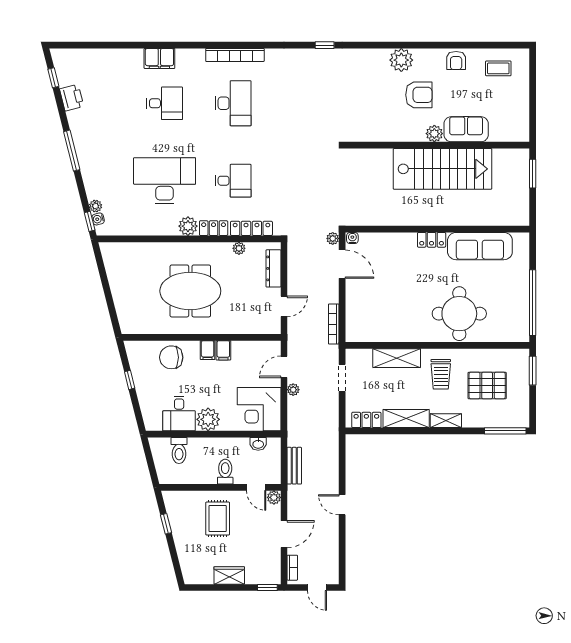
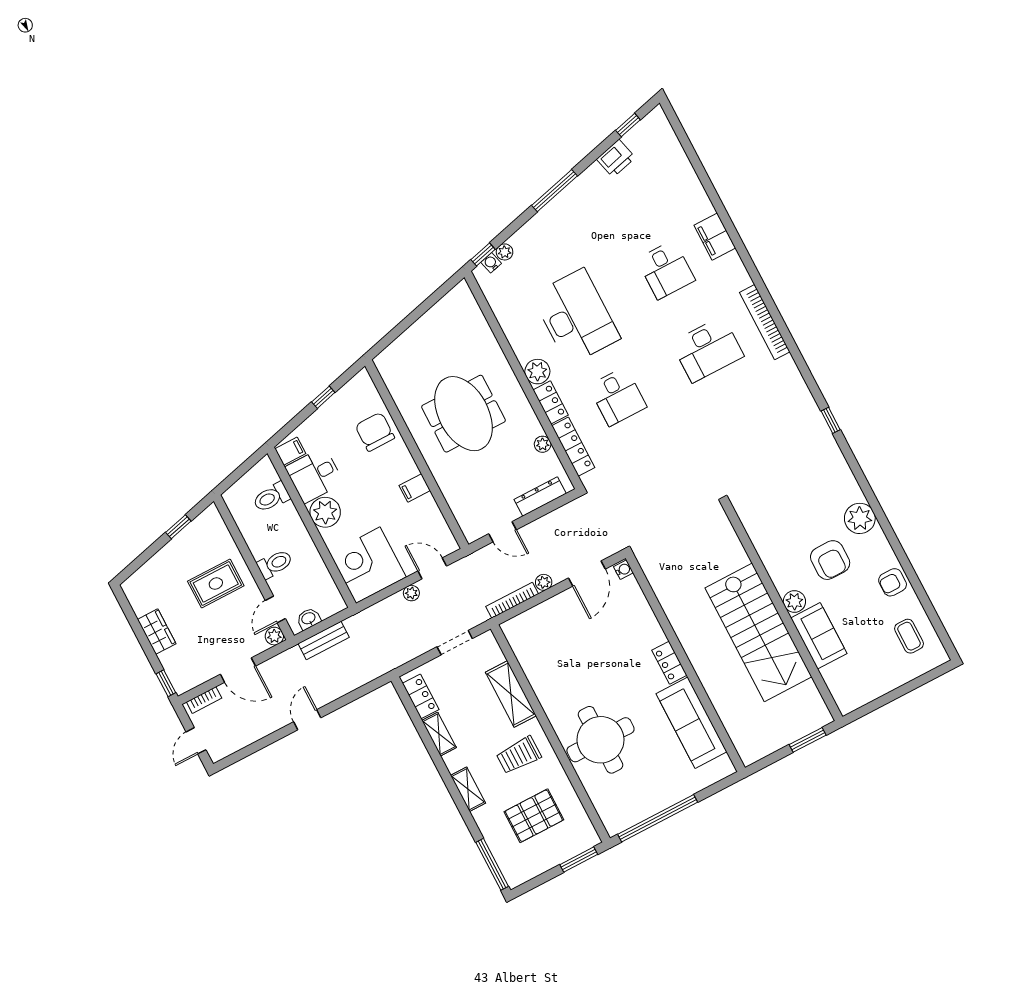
plant: (333, 238) -> (544, 582), moved
filing cabinet: (208, 350) -> (290, 451), moved, turned 180
pallet: (487, 386) -> (534, 816), turned 90
shelving: (406, 418) -> (439, 734), width x0.67, depth x0.75
washbasin: (258, 444) -> (309, 619), moved, turned 90

